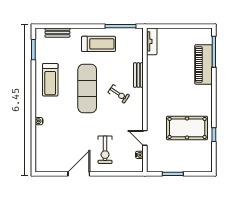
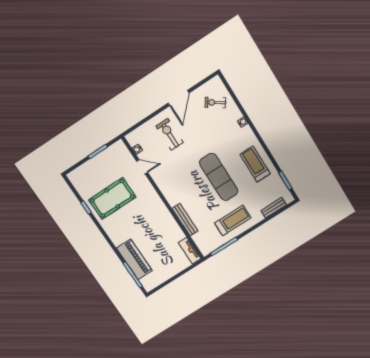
treadmill: (98, 44) -> (233, 220), turned 180
bench: (138, 75) -> (185, 220), width x1.36
exercise bike: (119, 94) -> (215, 103), moved

